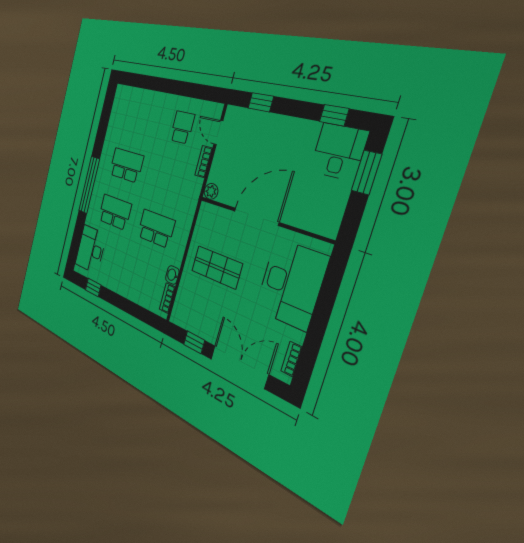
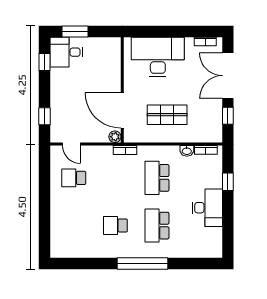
door: (218, 132) -> (71, 144), hinge flipped
bookcase: (204, 162) -> (125, 150), moved
school desk: (126, 165) -> (115, 226), width x0.54
door: (256, 217) -> (122, 110), moved
desk: (91, 249) -> (207, 208), moved, turned -90
shop shelf: (217, 267) -> (167, 115), turned 90
window: (93, 288) -> (228, 182), moved

